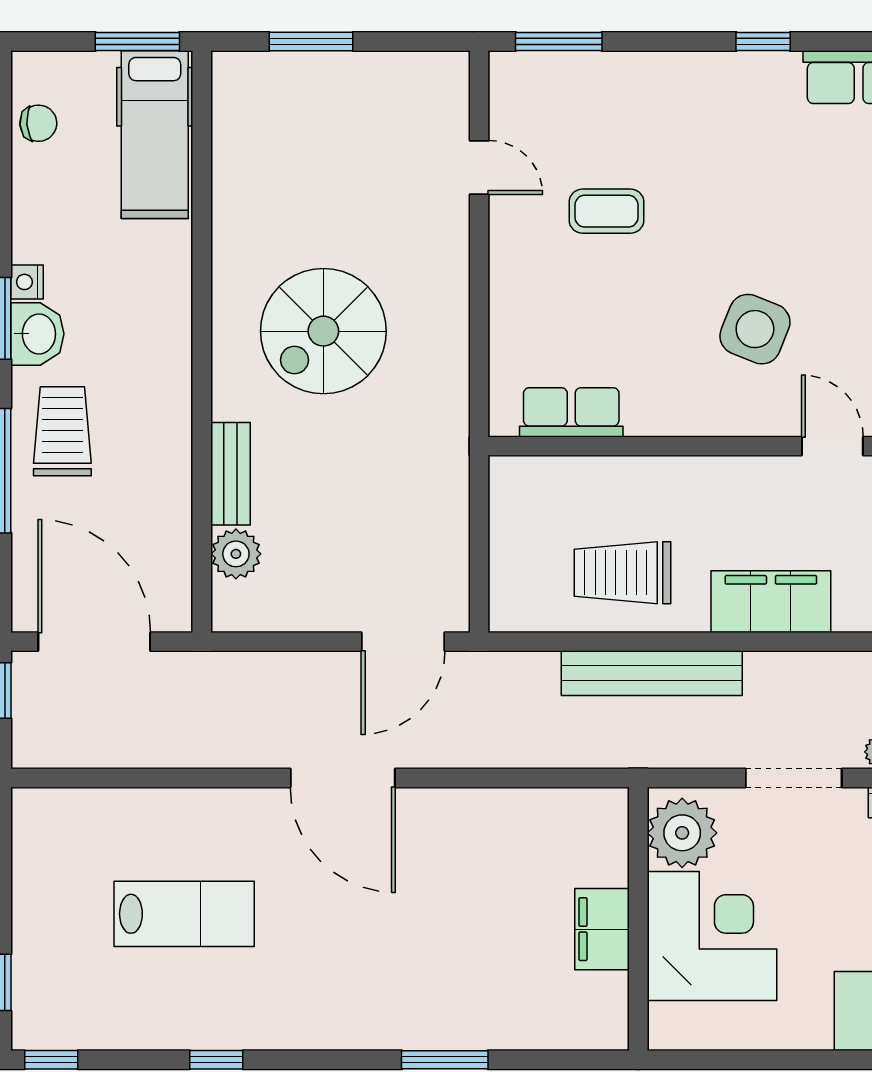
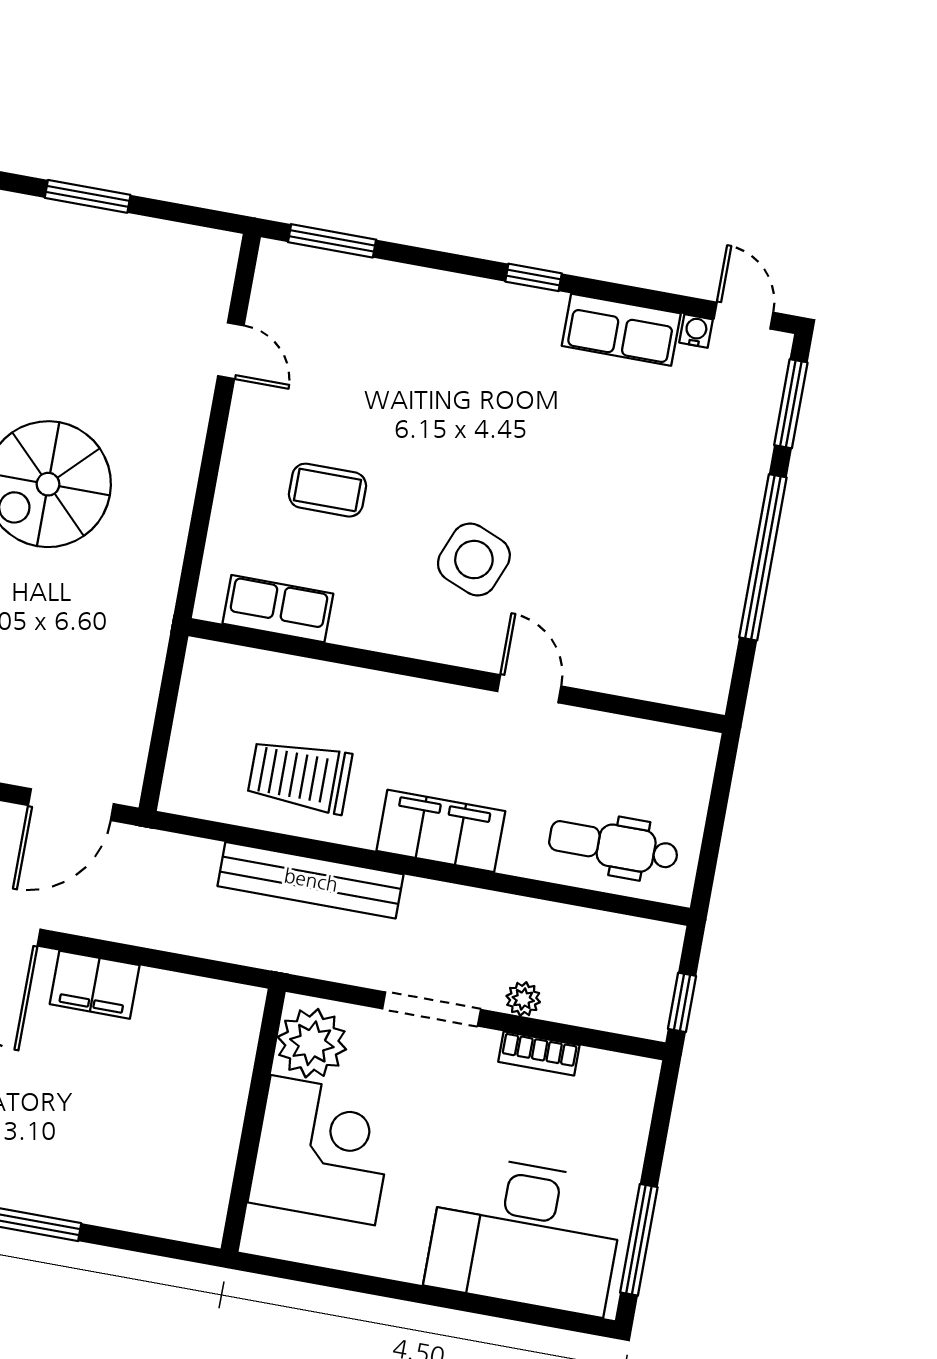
coffee table: (607, 211) -> (327, 490), moved
filing cabinet: (602, 929) -> (95, 985), moved, turned -90

